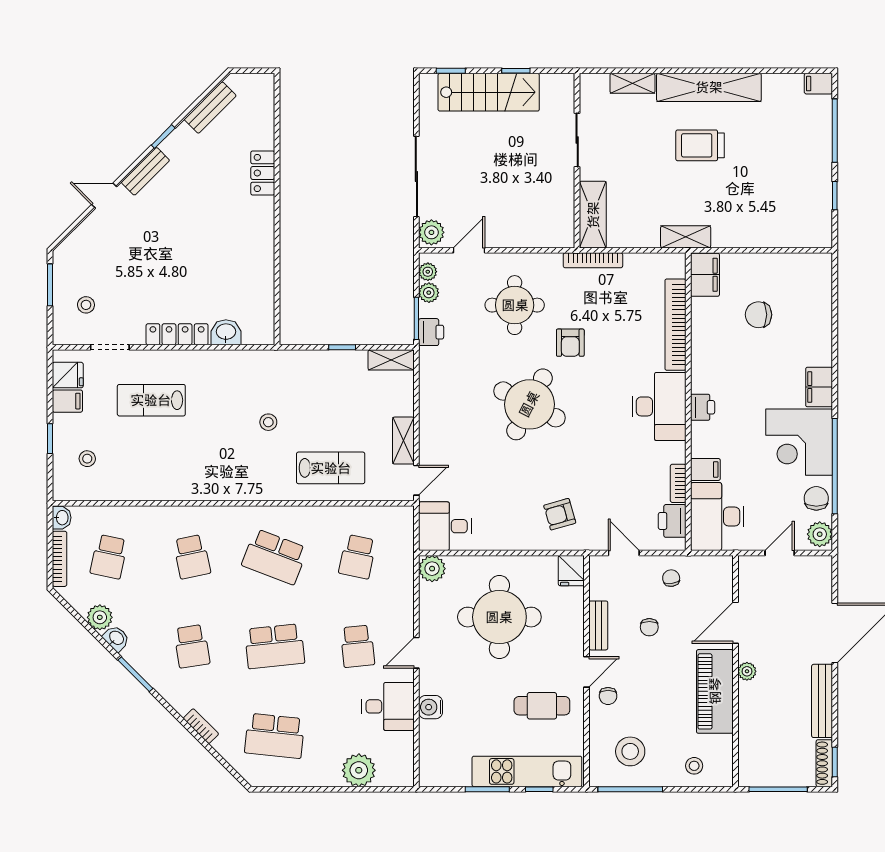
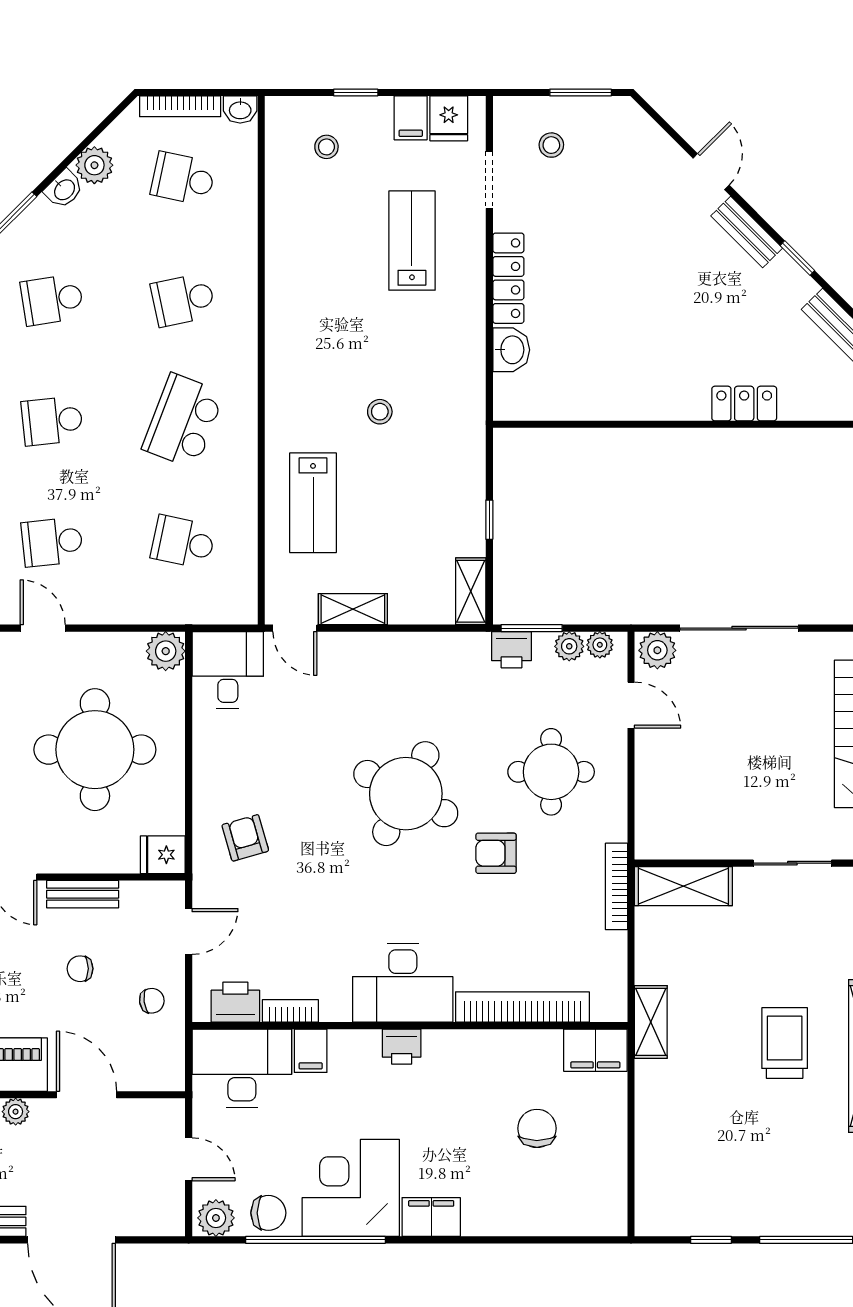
school desk: (275, 646) -> (52, 421), width x0.54

